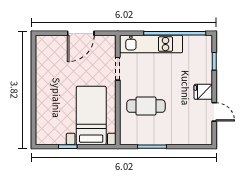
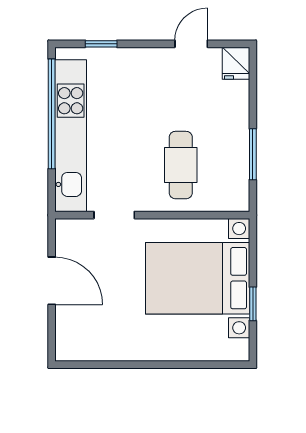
kitchen unit: (151, 44) -> (71, 136), width x1.36
fridge: (203, 92) -> (236, 63), moved
bed with nightstands: (91, 115) -> (198, 278), width x1.36

